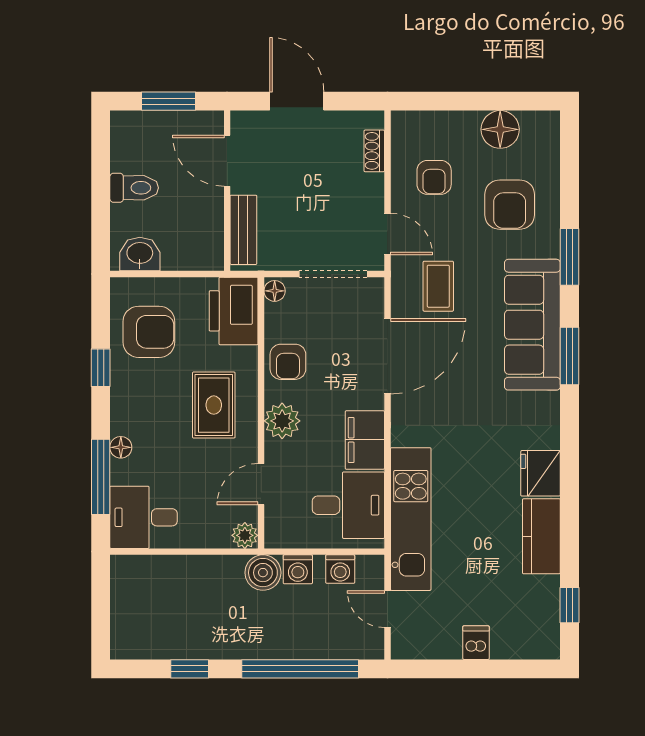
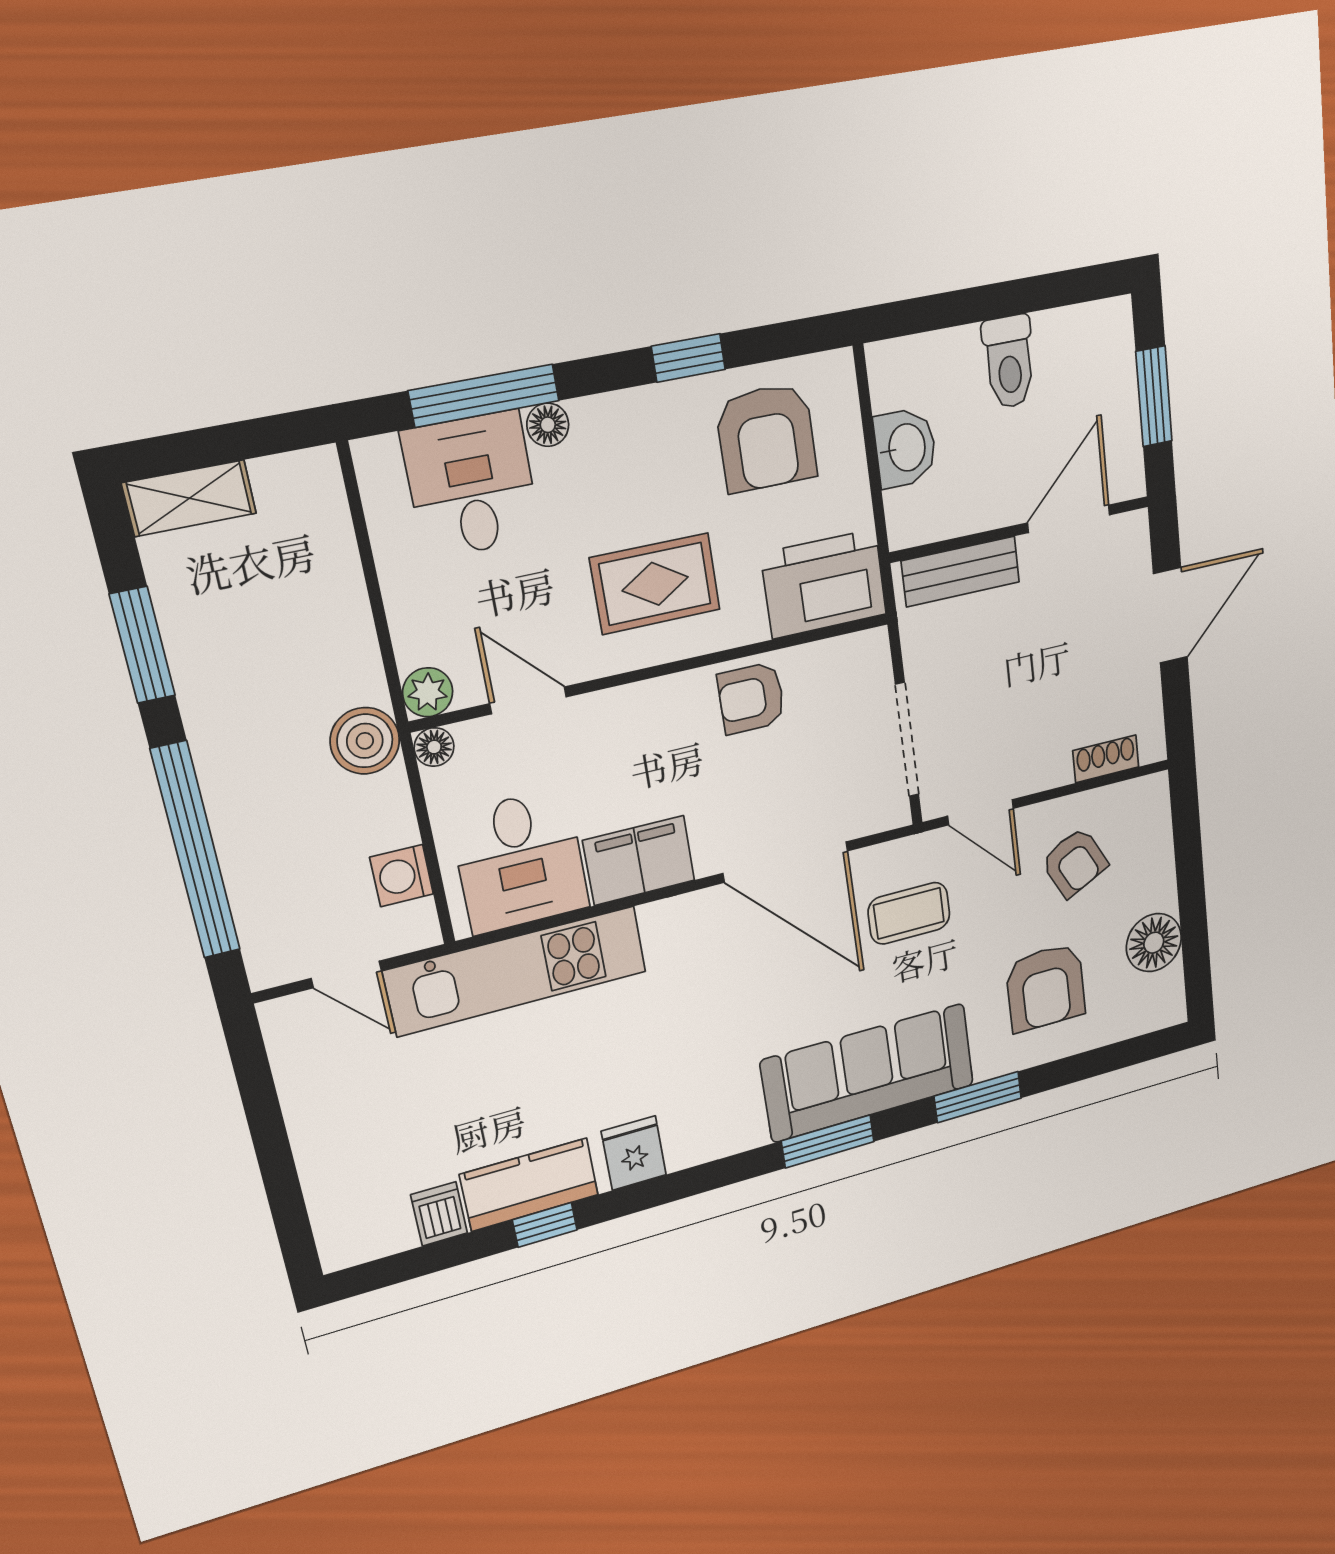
armchair: (434, 177) -> (1075, 862), turned -117
armchair: (510, 205) -> (1046, 987), turned -90
door: (387, 234) -> (981, 812), hinge flipped
washbasin: (140, 254) -> (905, 448), moved
floor lamp: (275, 291) -> (434, 747), moved
plant: (282, 421) -> (648, 712), removed
fridge: (541, 473) -> (634, 1153), width x0.72
desk: (144, 517) -> (472, 485), moved
washing machine: (298, 569) -> (385, 802), removed
window: (570, 605) -> (545, 1225), moved
door: (387, 609) -> (346, 974), swing flipped
shelving: (123, 630) -> (189, 498), added
dishwasher: (476, 643) -> (439, 1214), moved, turned -90
window: (190, 669) -> (142, 645), width x1.50

